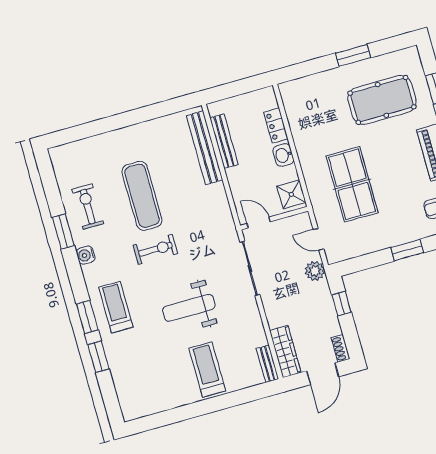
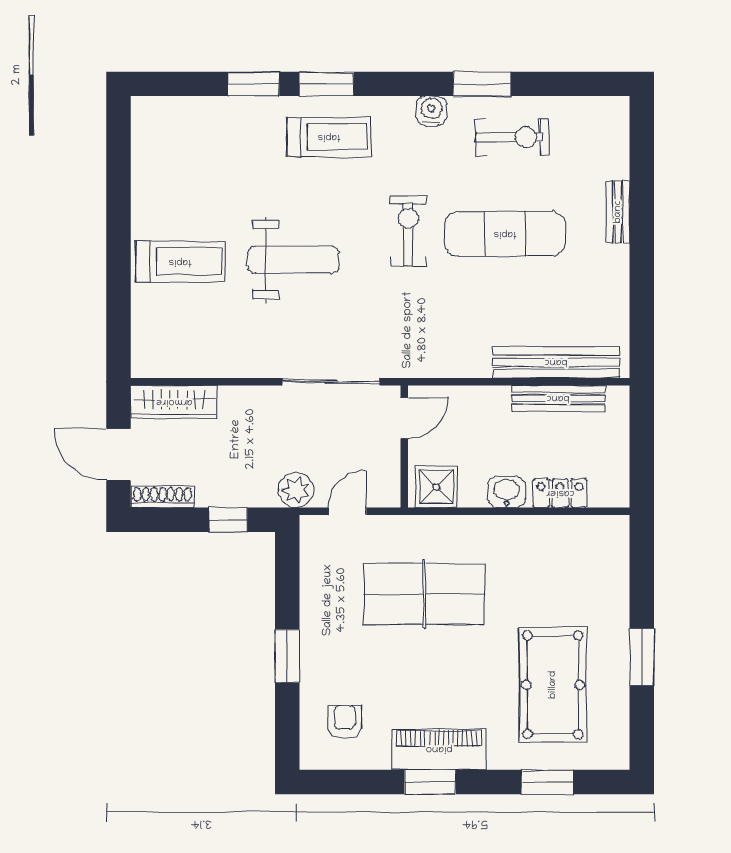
exercise bike: (155, 249) -> (408, 231), turned 180
weight bench: (189, 308) -> (293, 260), turned 90
shoe rack: (341, 348) -> (162, 497), width x1.43
bench: (268, 364) -> (618, 212), moved, turned 90

